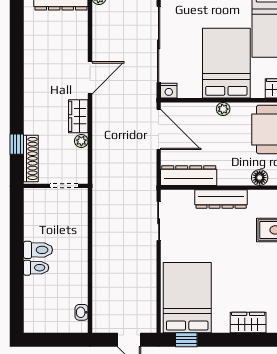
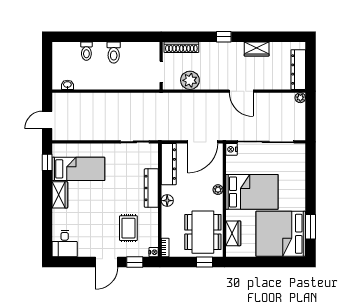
wardrobe: (78, 116) -> (257, 49), moved, turned 180
plant: (81, 141) -> (190, 80), width x1.87, depth x1.87
window: (17, 144) -> (224, 37), moved
floor lamp: (260, 178) -> (167, 201), moved
toilet: (36, 268) -> (86, 51), moved
bed: (187, 298) -> (78, 169), width x0.67
wardrobe: (248, 323) -> (60, 195), moved

